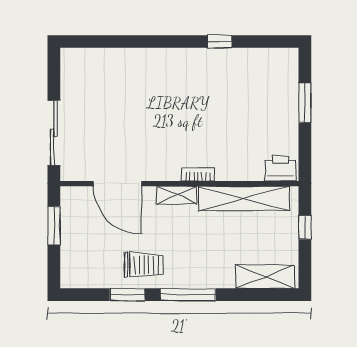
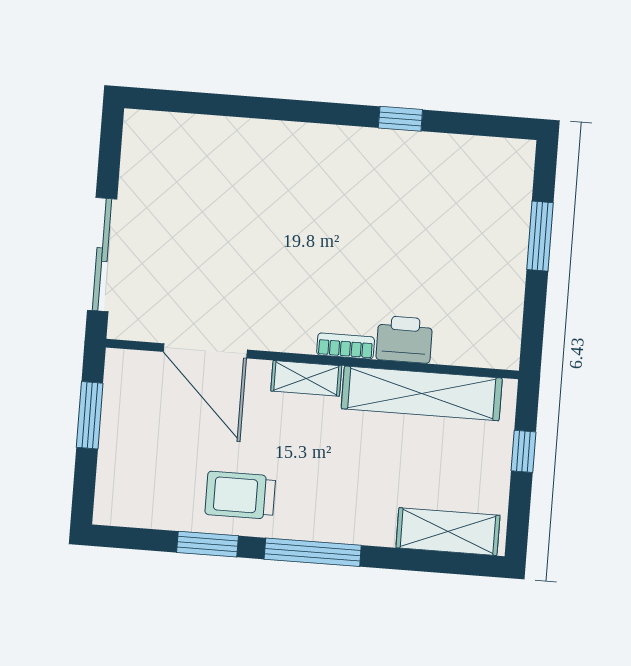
printer: (280, 168) -> (404, 339), moved
trolley: (144, 265) -> (240, 495), turned 180

